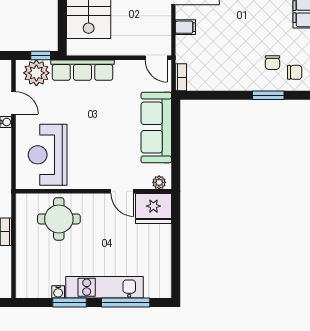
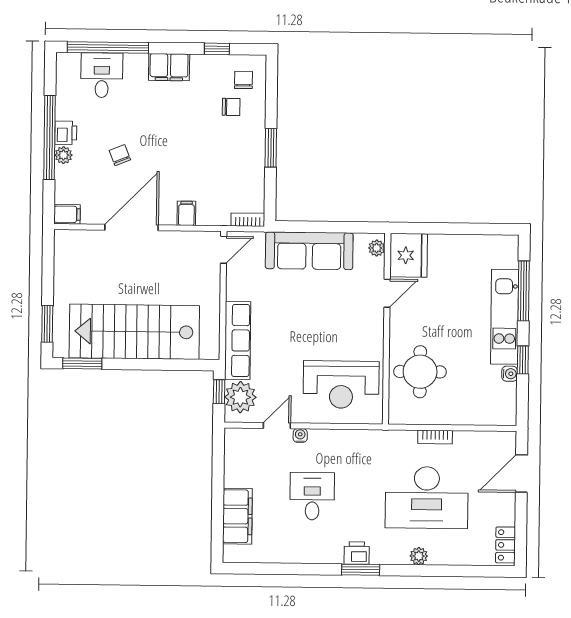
window: (268, 95) -> (271, 148), moved
window: (69, 302) -> (523, 360), width x0.67

